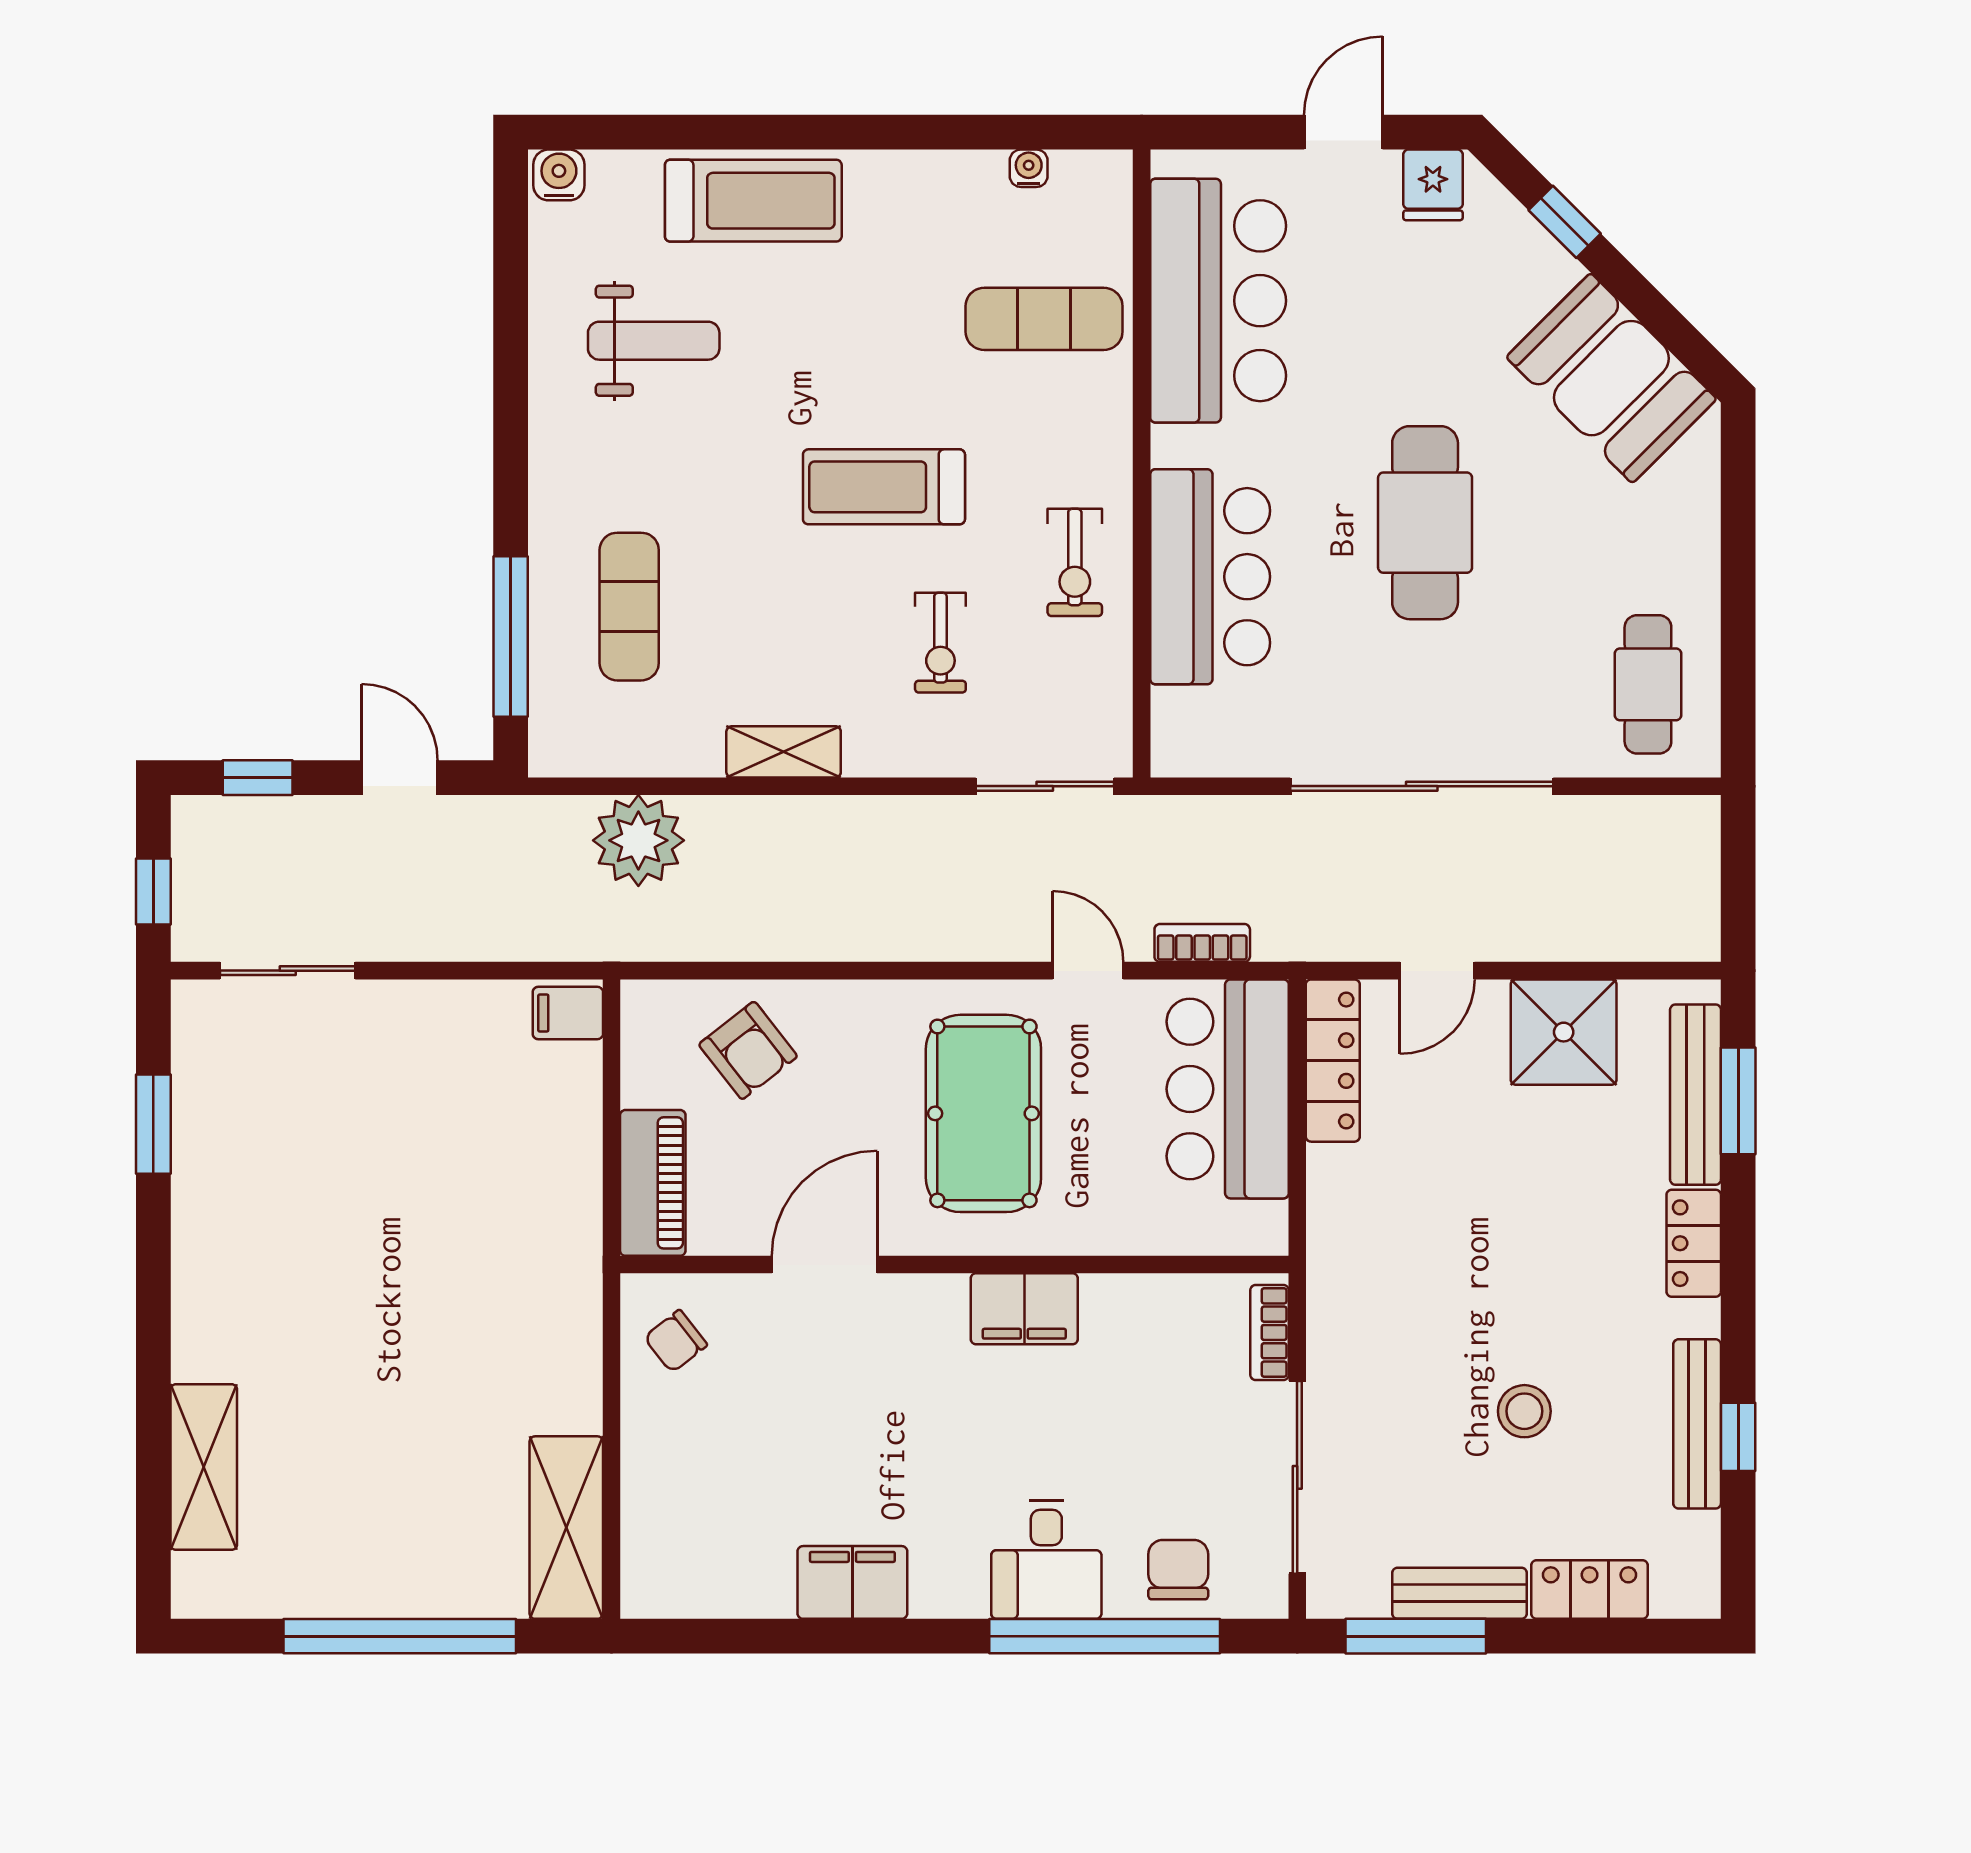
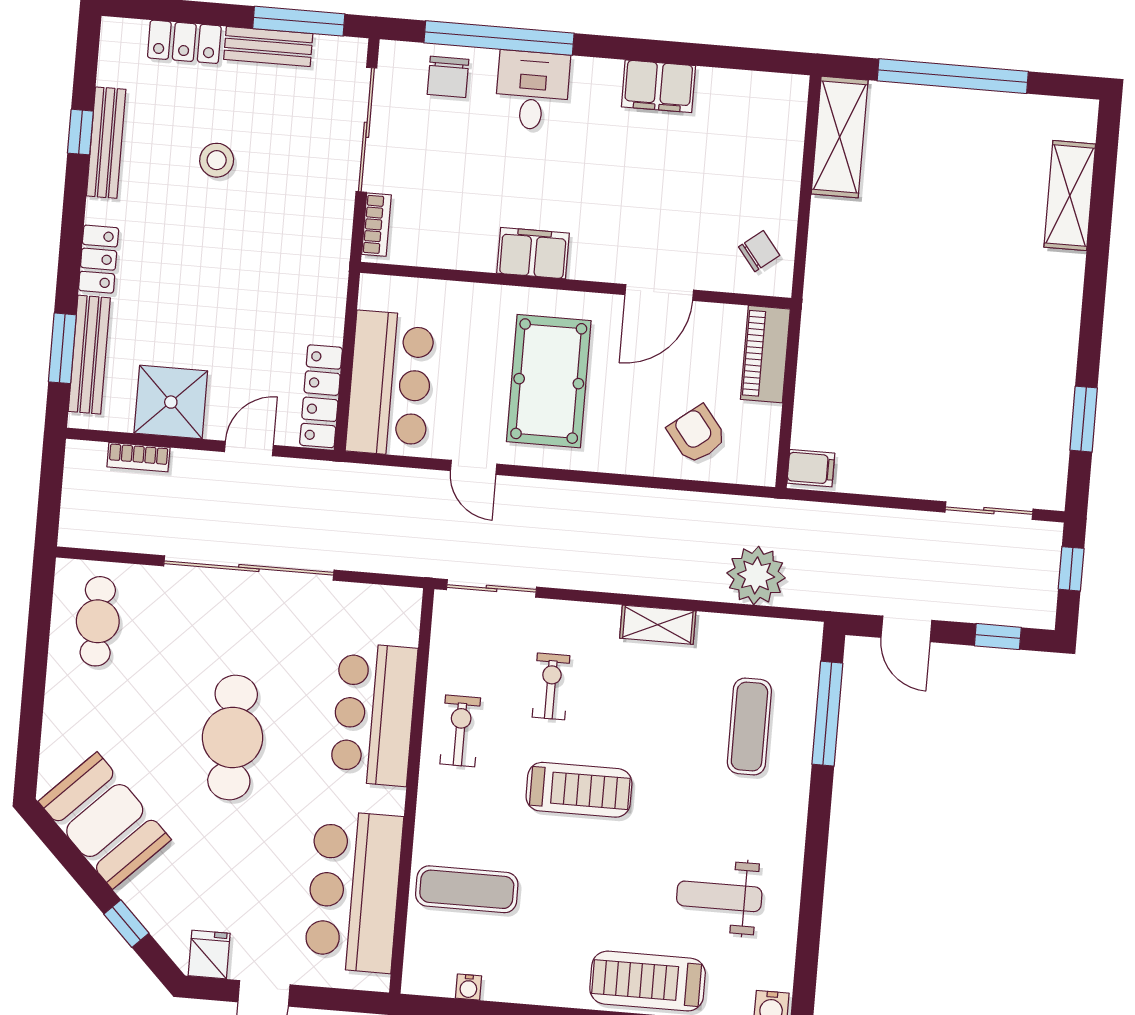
bookcase: (1202, 943) -> (138, 457), moved

